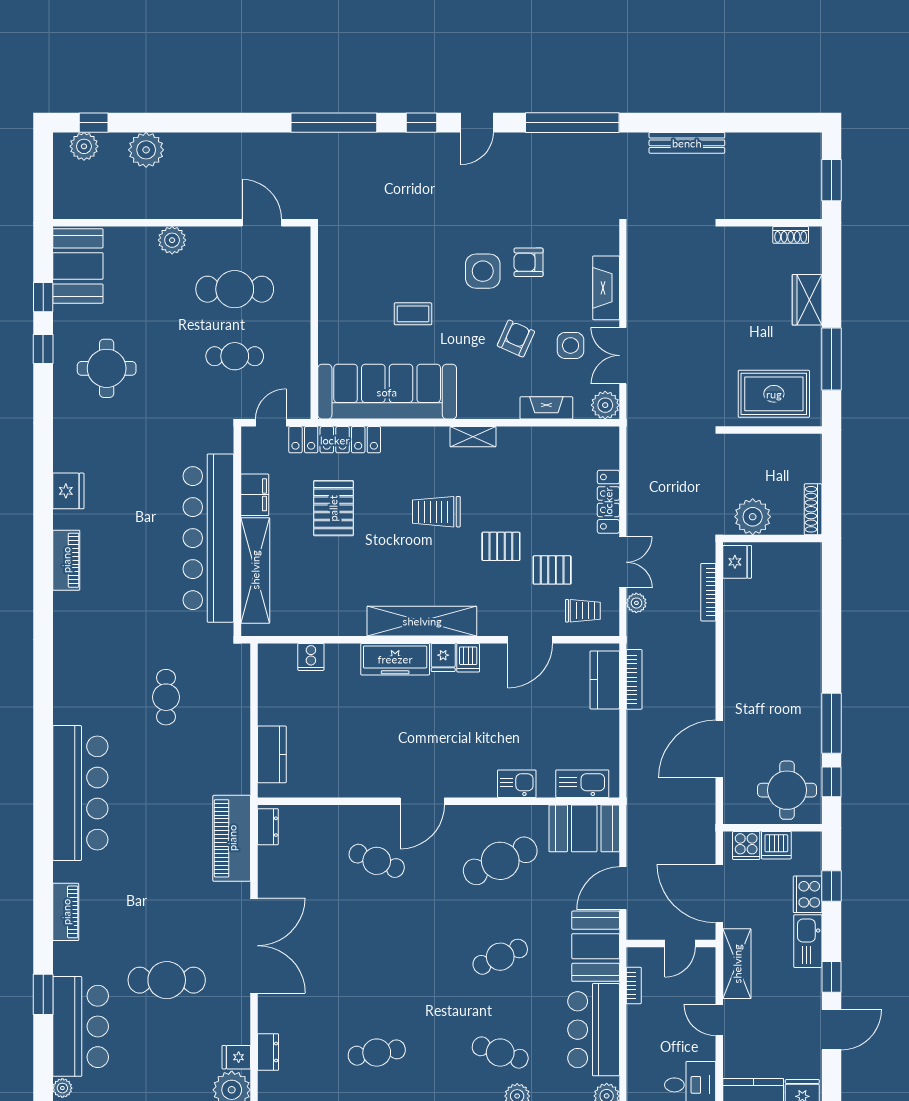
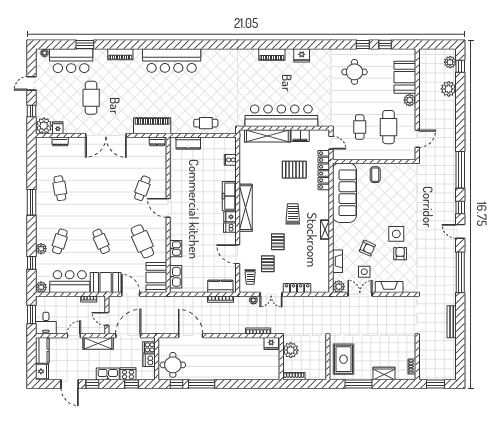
booth: (78, 266) -> (405, 77), moved, turned 90
coffee table: (413, 314) -> (375, 175), moved
cafe table: (166, 697) -> (206, 123), moved

